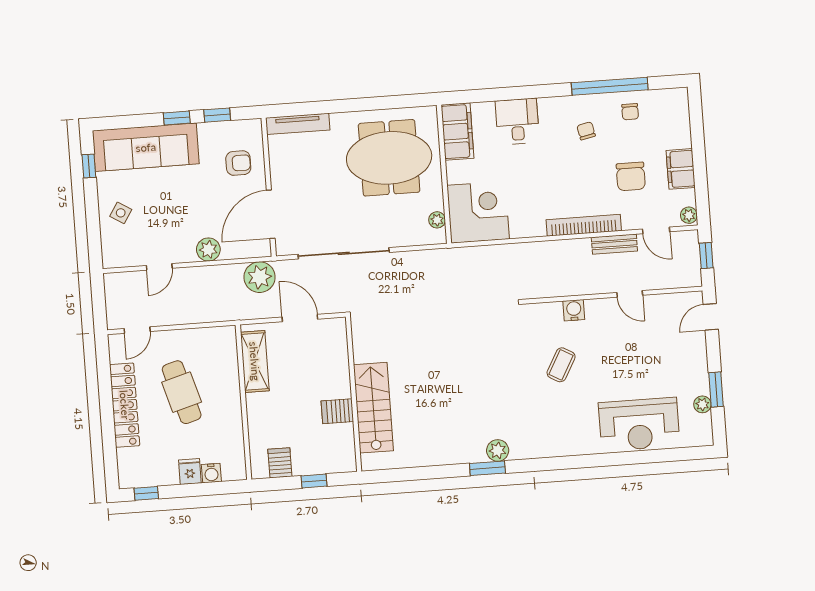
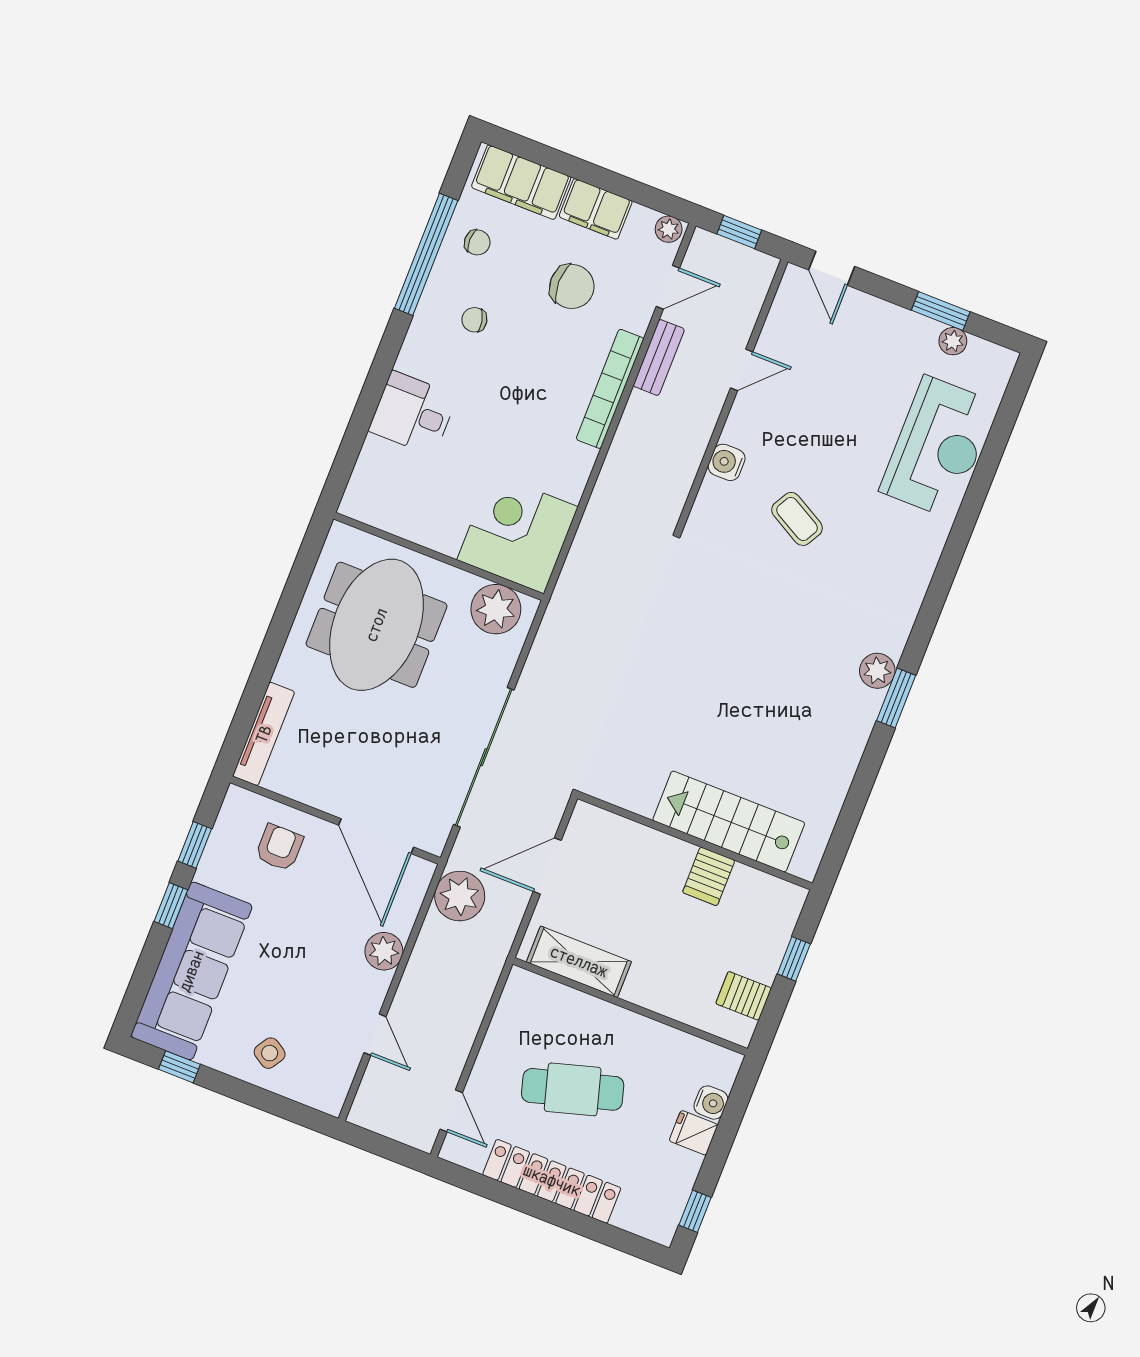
filing cabinet: (457, 132) -> (521, 182), moved, turned 180
plant: (437, 220) -> (496, 609), width x1.88, depth x1.88

